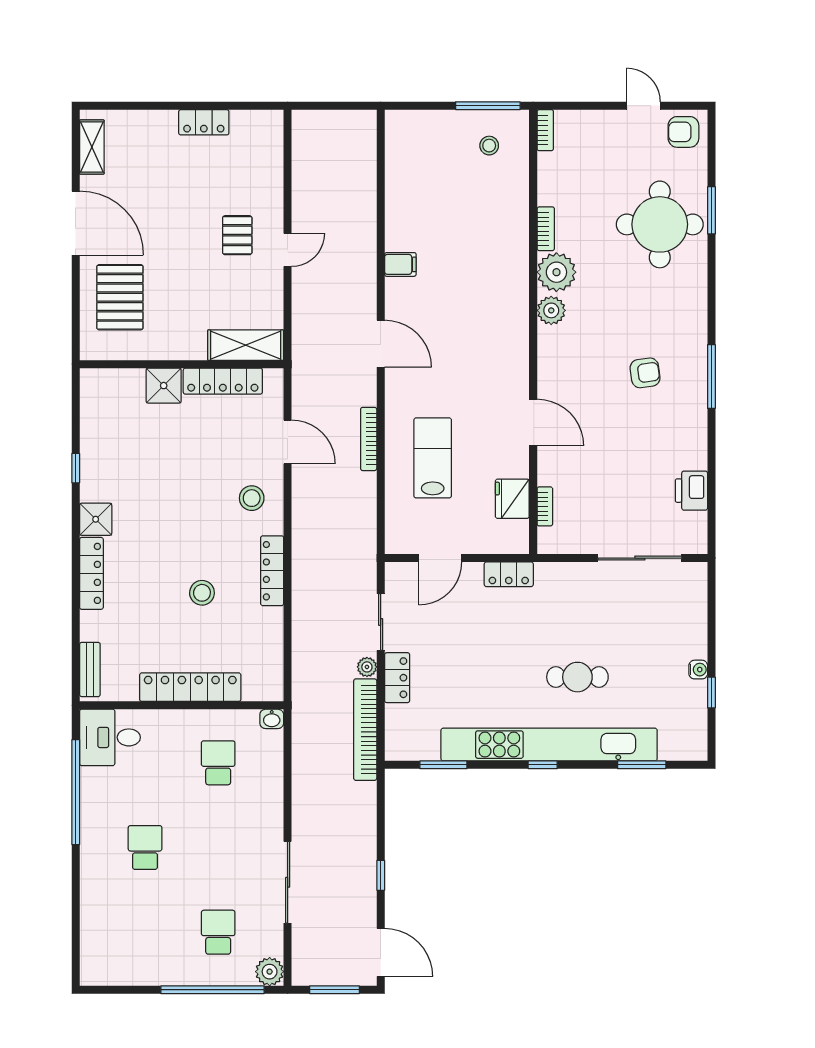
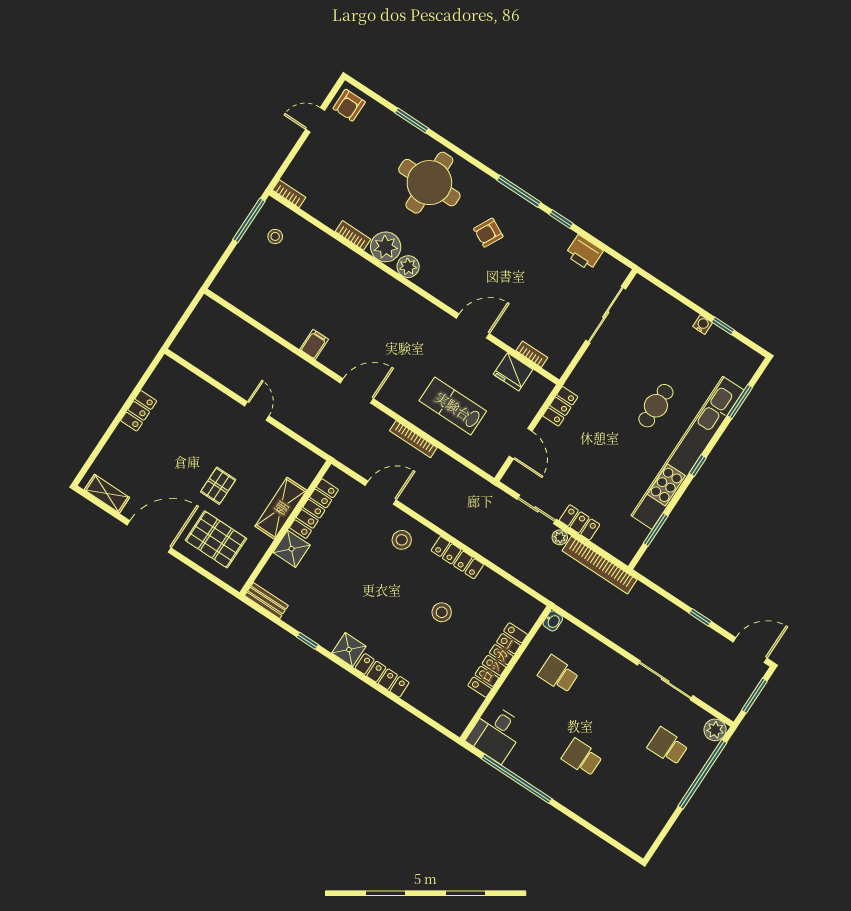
round table: (660, 224) -> (429, 183), moved
pallet: (237, 235) -> (218, 486), moved, turned 90
shelving: (246, 345) -> (281, 508), moved
armchair: (645, 373) -> (488, 233), turned -145
window: (711, 442) -> (561, 219), added
bench: (90, 669) -> (266, 601), moved

